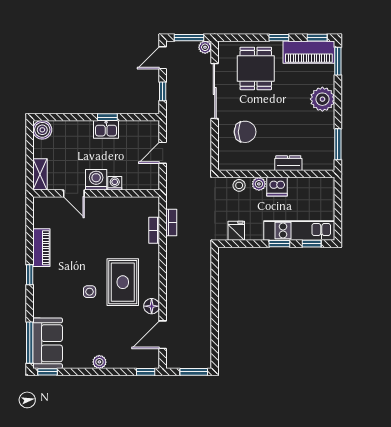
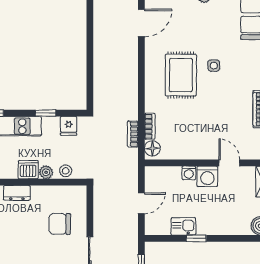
kitchen sink: (106, 129) -> (183, 226), moved
window: (279, 244) -> (46, 113), moved
floor lamp: (152, 306) -> (152, 148), moved

